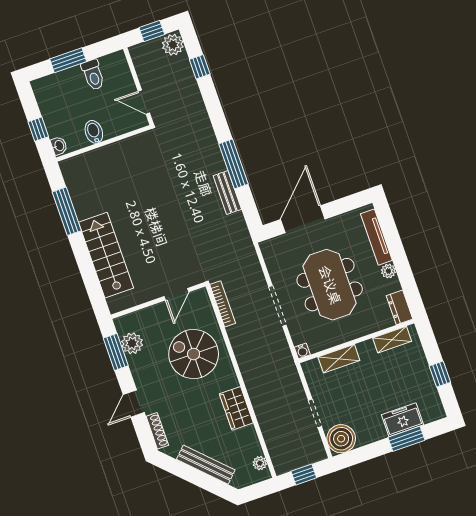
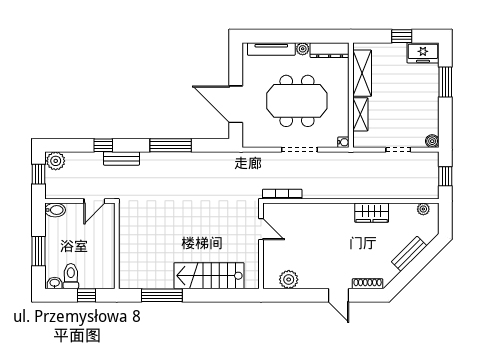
window: (200, 67) -> (103, 145), moved
toilet: (93, 75) -> (71, 276), moved, turned -90
bidet: (94, 132) -> (55, 210), moved, turned 180
washbasin: (59, 146) -> (55, 283), moved
bench: (227, 192) -> (122, 158), moved
dresser: (400, 307) -> (330, 50), width x1.44
shelving: (392, 340) -> (362, 73), width x1.50, depth x1.33
window: (116, 352) -> (291, 295), removed
spiral stairs: (194, 354) -> (315, 232), removed
freezer: (402, 420) -> (423, 53), moved, turned -90
boiler: (341, 439) -> (432, 141), width x0.54, depth x0.54
bench: (206, 465) -> (409, 254), width x0.73

